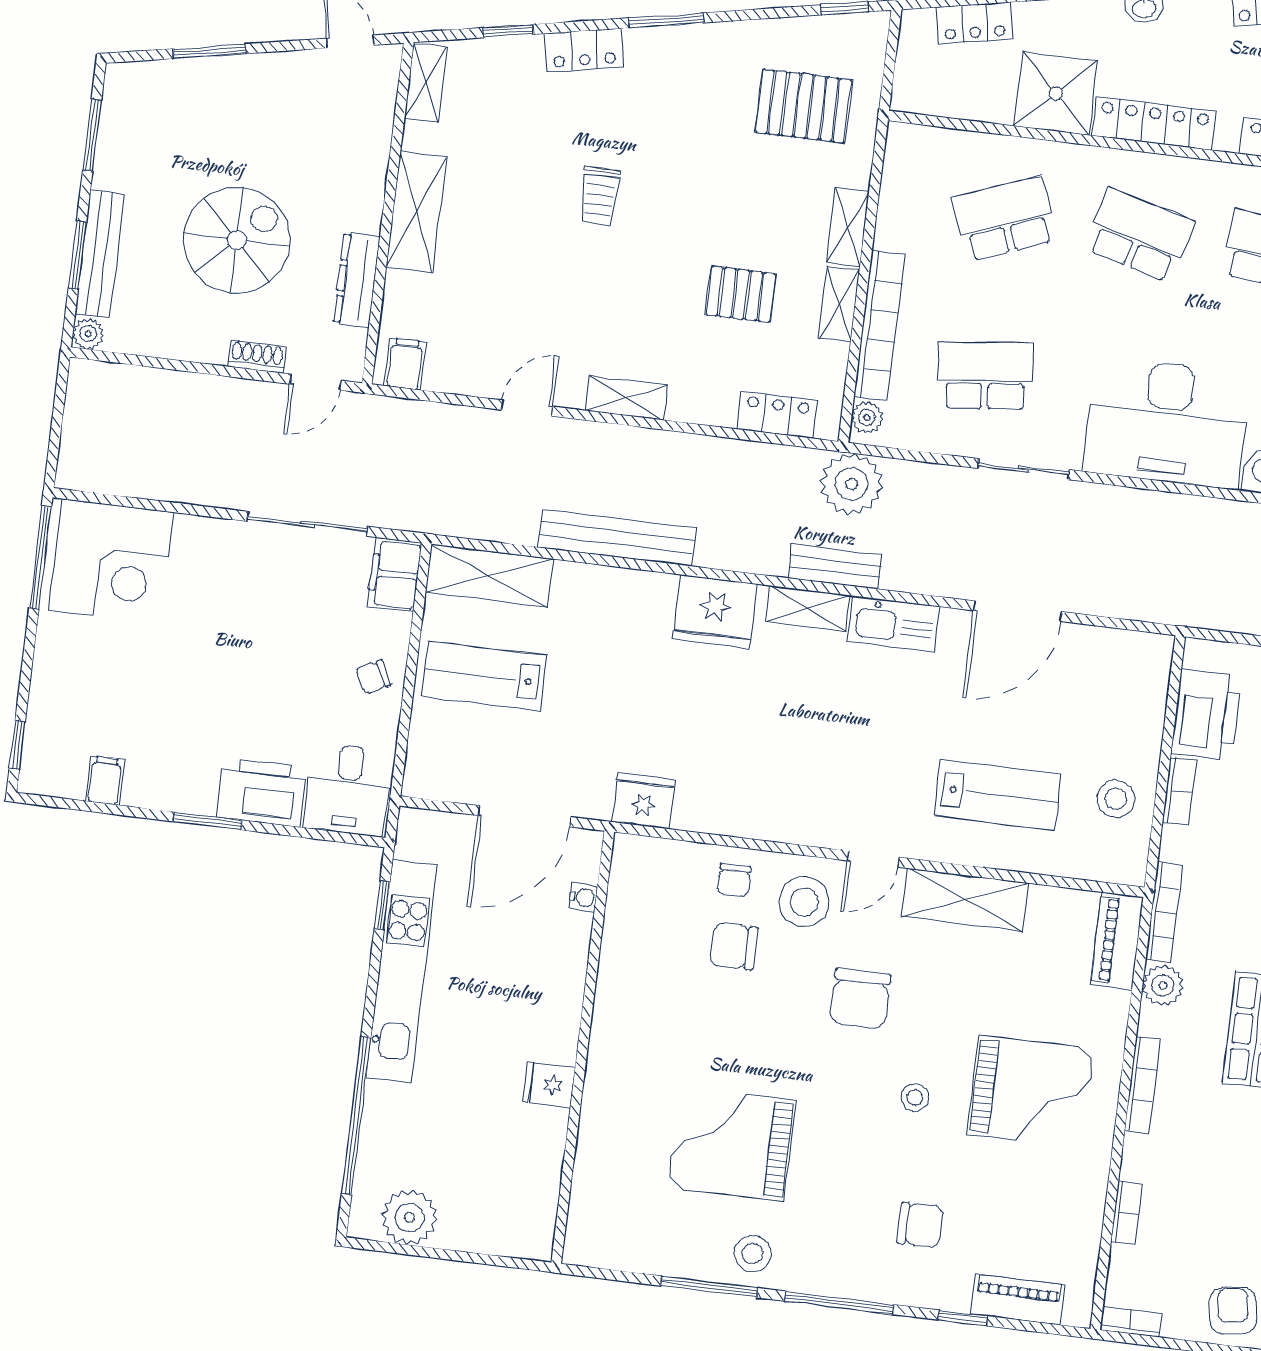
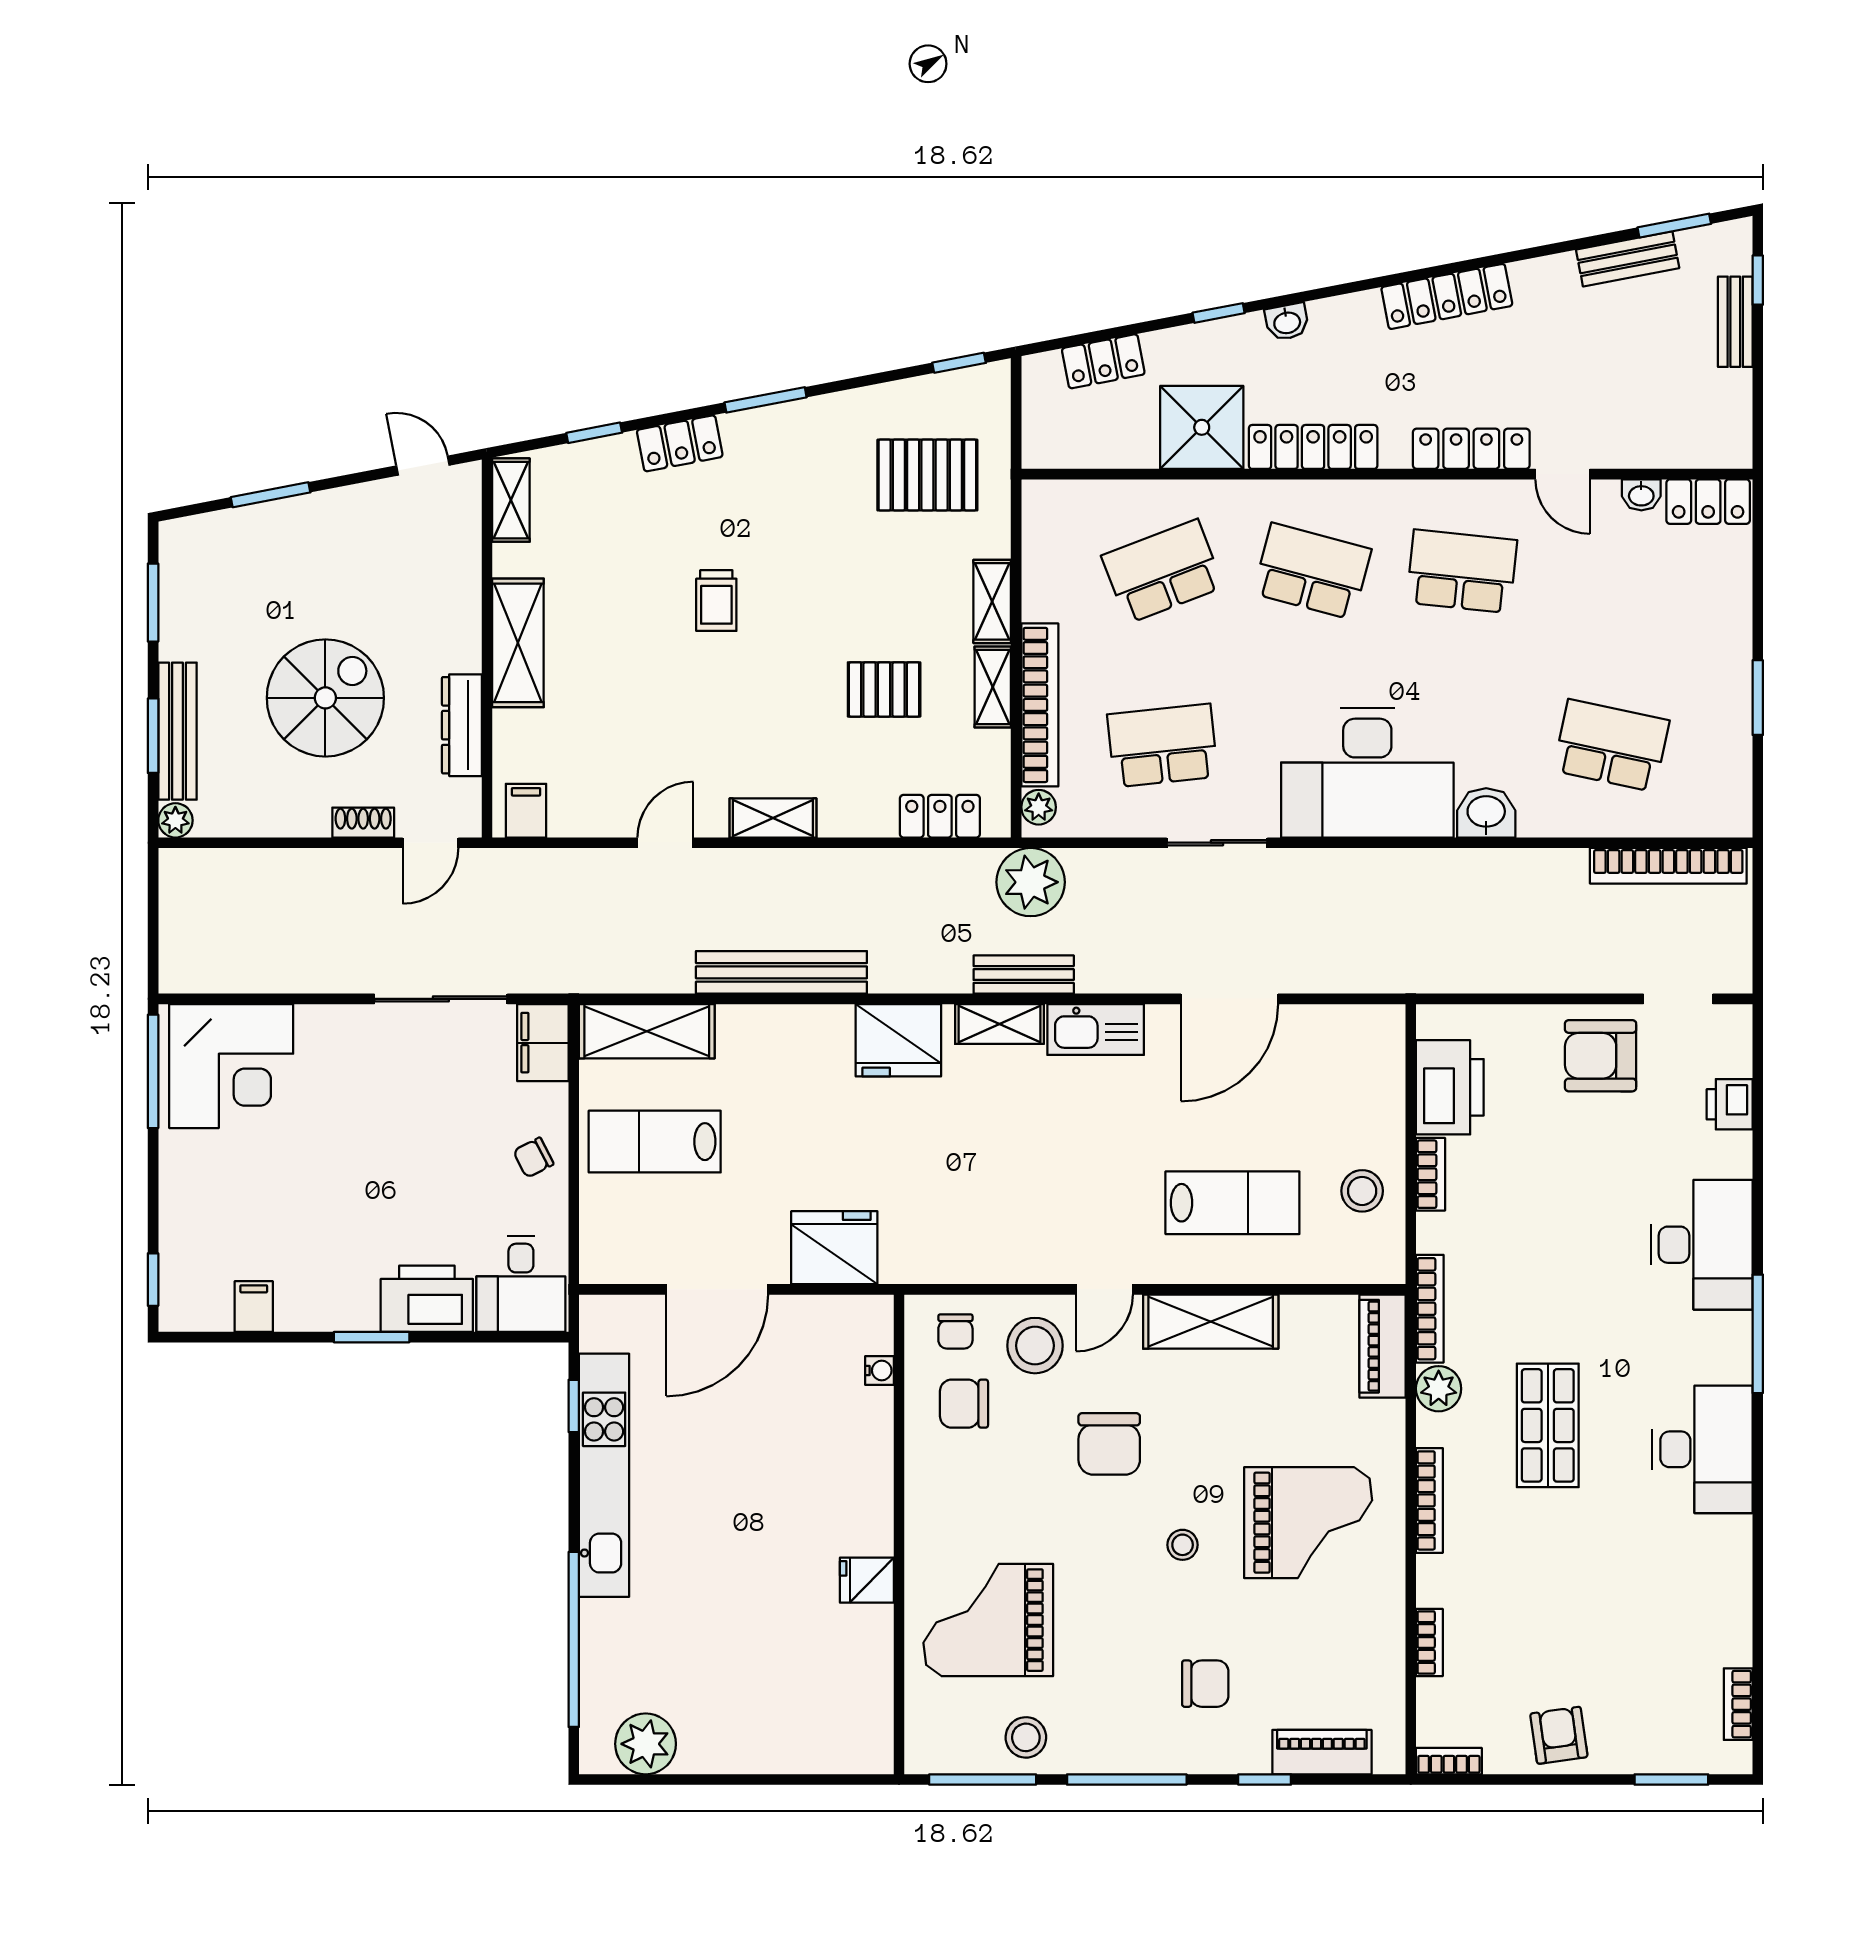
fridge: (644, 801) -> (834, 1248), width x1.36, depth x1.34
water cooler: (583, 897) -> (879, 1371), moved
wall: (583, 1047) -> (899, 1534), moved
fridge: (549, 1085) -> (867, 1580), moved

